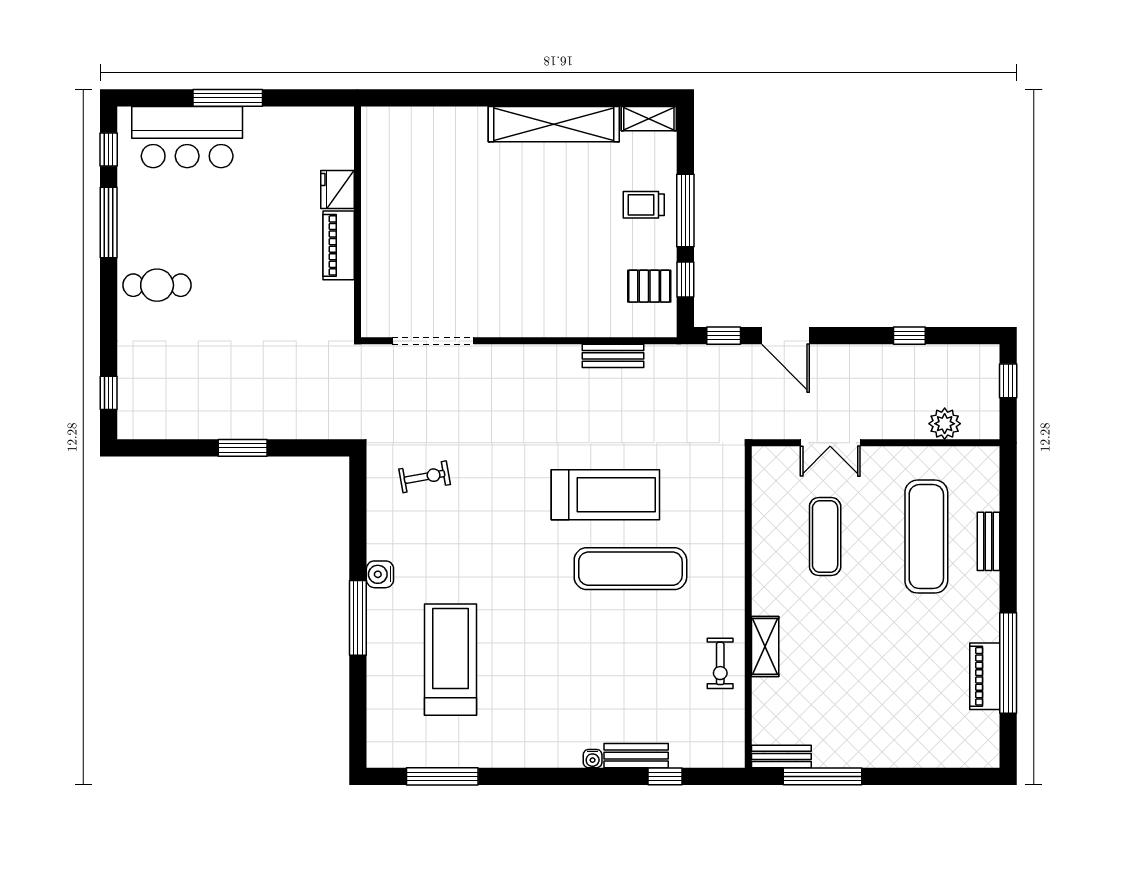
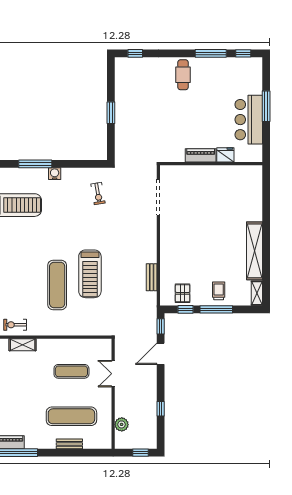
bar counter: (187, 137) -> (249, 120), moved

